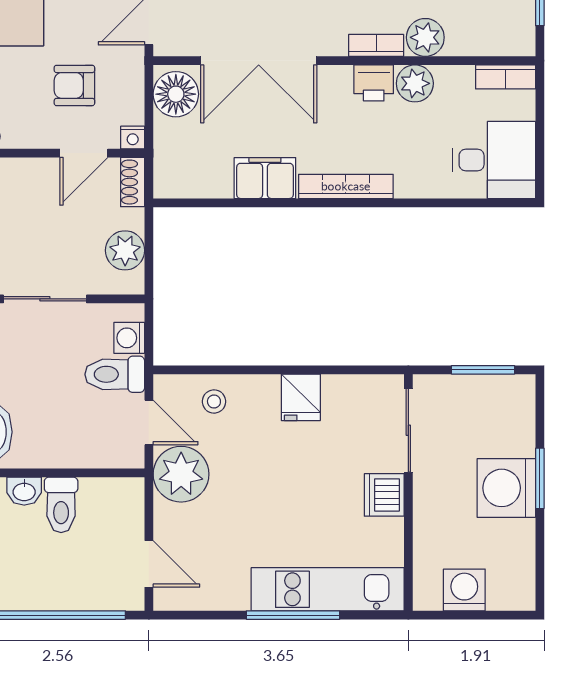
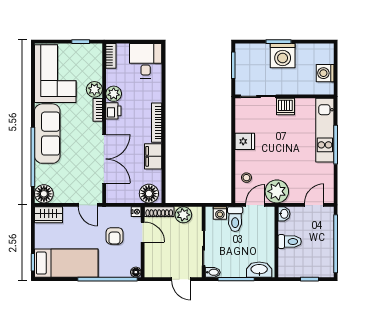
floor lamp: (176, 94) -> (149, 194), moved
shoe rack: (133, 182) -> (159, 212), width x1.43
washbasin: (24, 491) -> (284, 214), moved

